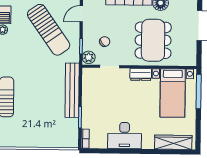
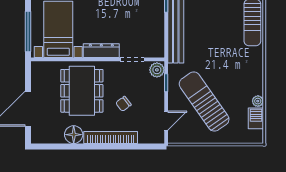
chair: (105, 42) -> (123, 104), moved
dresser: (141, 74) -> (101, 51), width x1.44

